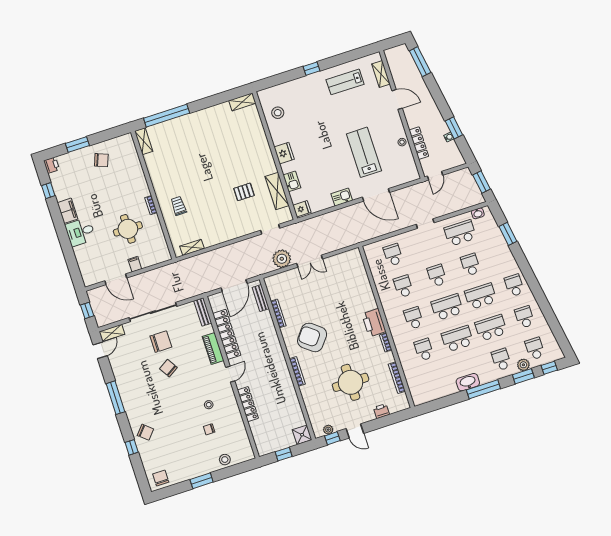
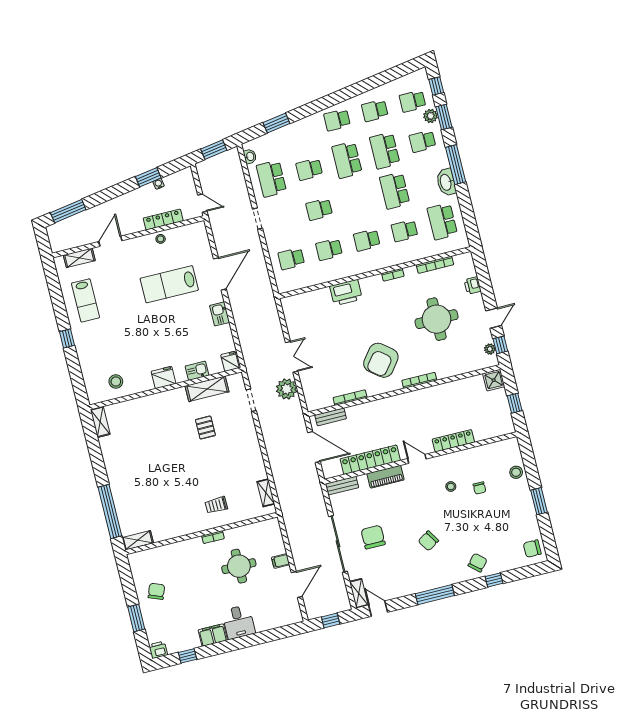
school desk: (447, 307) -> (442, 221), moved
printer: (374, 323) -> (346, 293), moved
chair: (168, 368) -> (428, 541), moved

